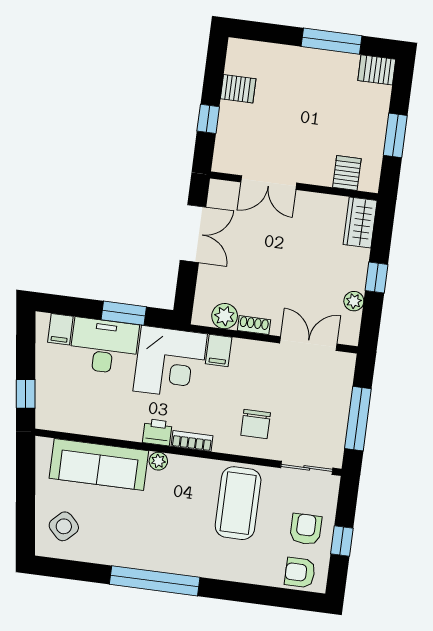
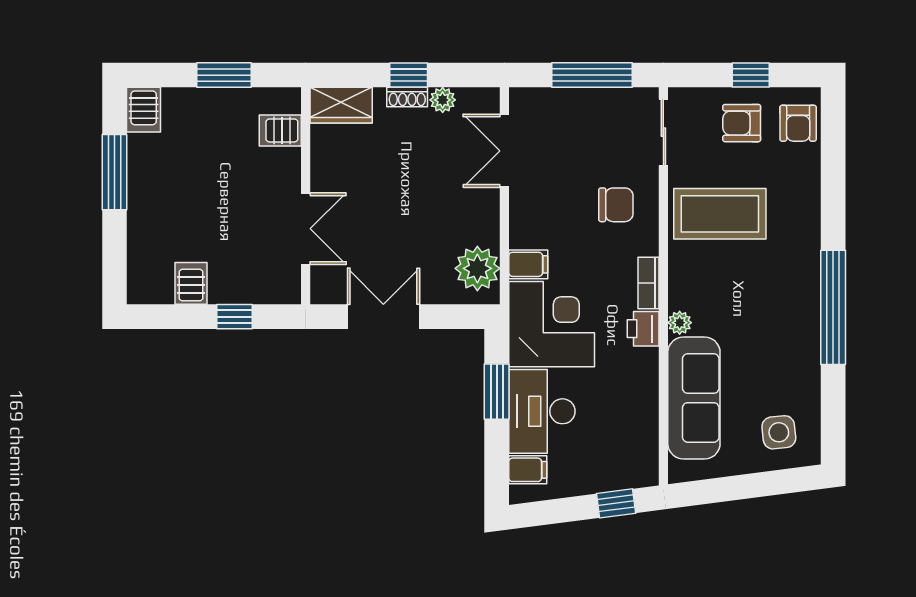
plant: (225, 316) -> (477, 268), width x1.36, depth x1.36
shoe rack: (254, 325) -> (407, 97), moved, turned -90
side table: (64, 526) -> (779, 432), turned 38

